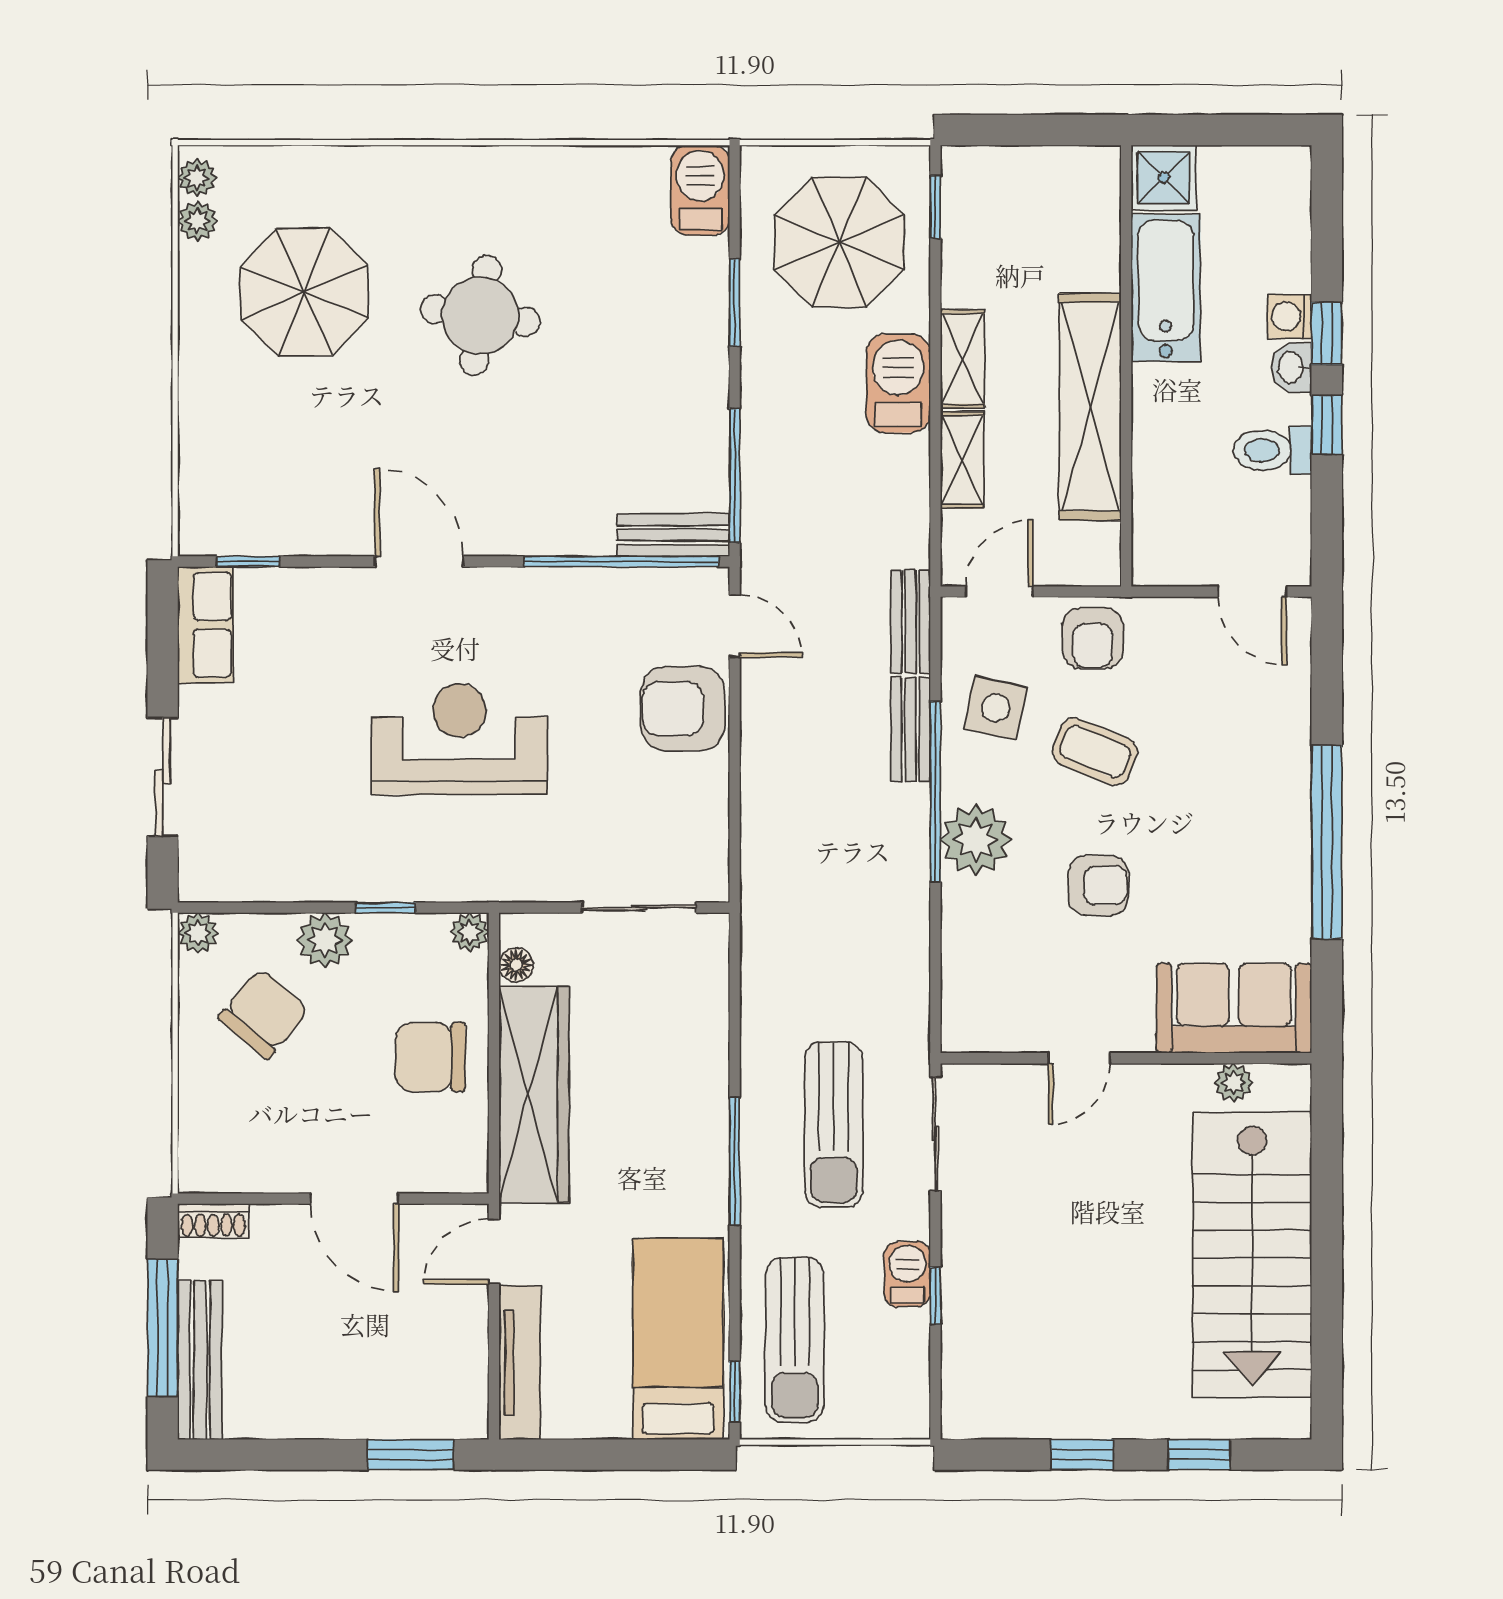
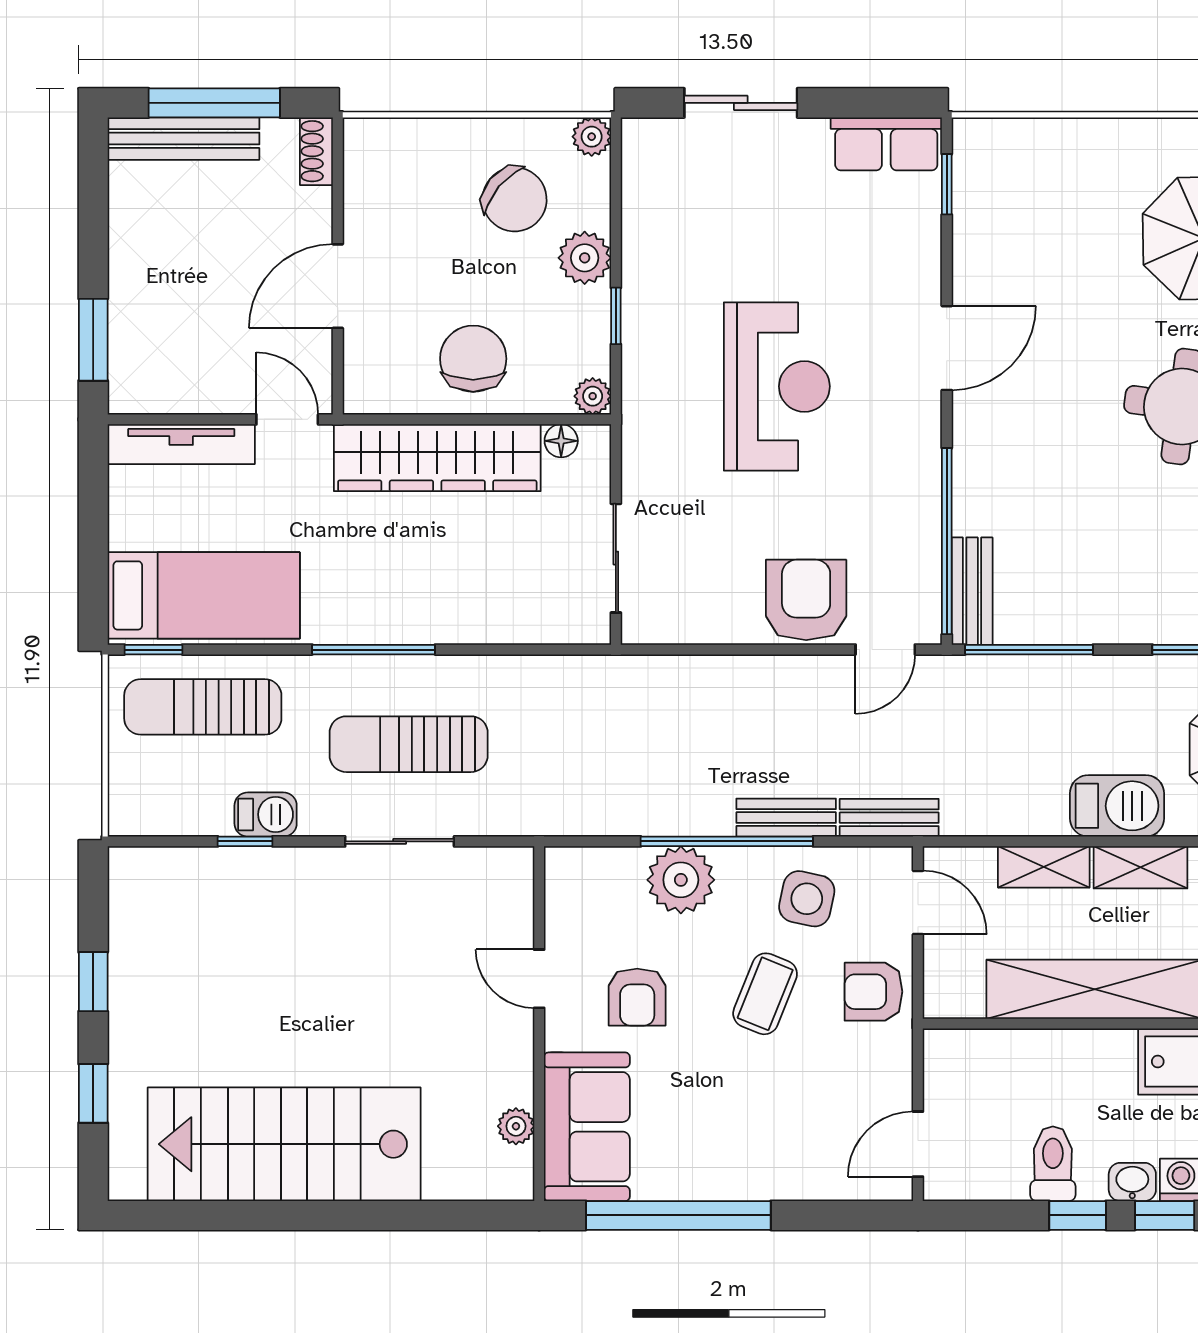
sofa: (1234, 1008) -> (587, 1127), moved
door: (1079, 1058) -> (539, 979), moved
wall: (1126, 1058) -> (539, 1024), moved
plant: (1233, 1082) -> (516, 1126), moved

